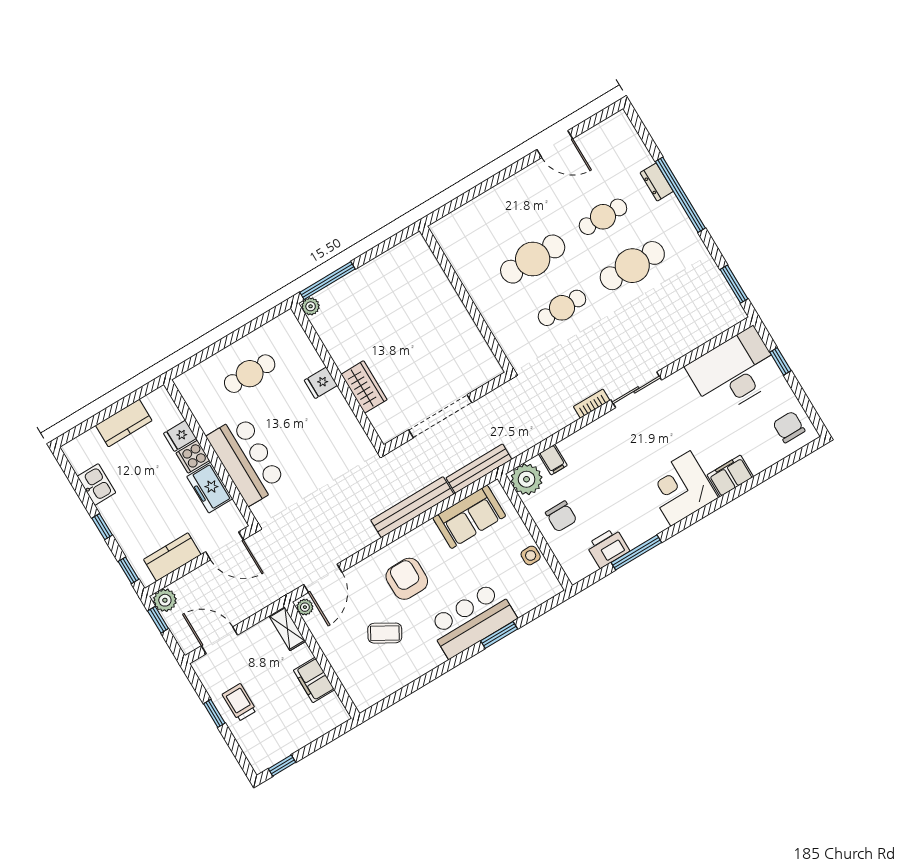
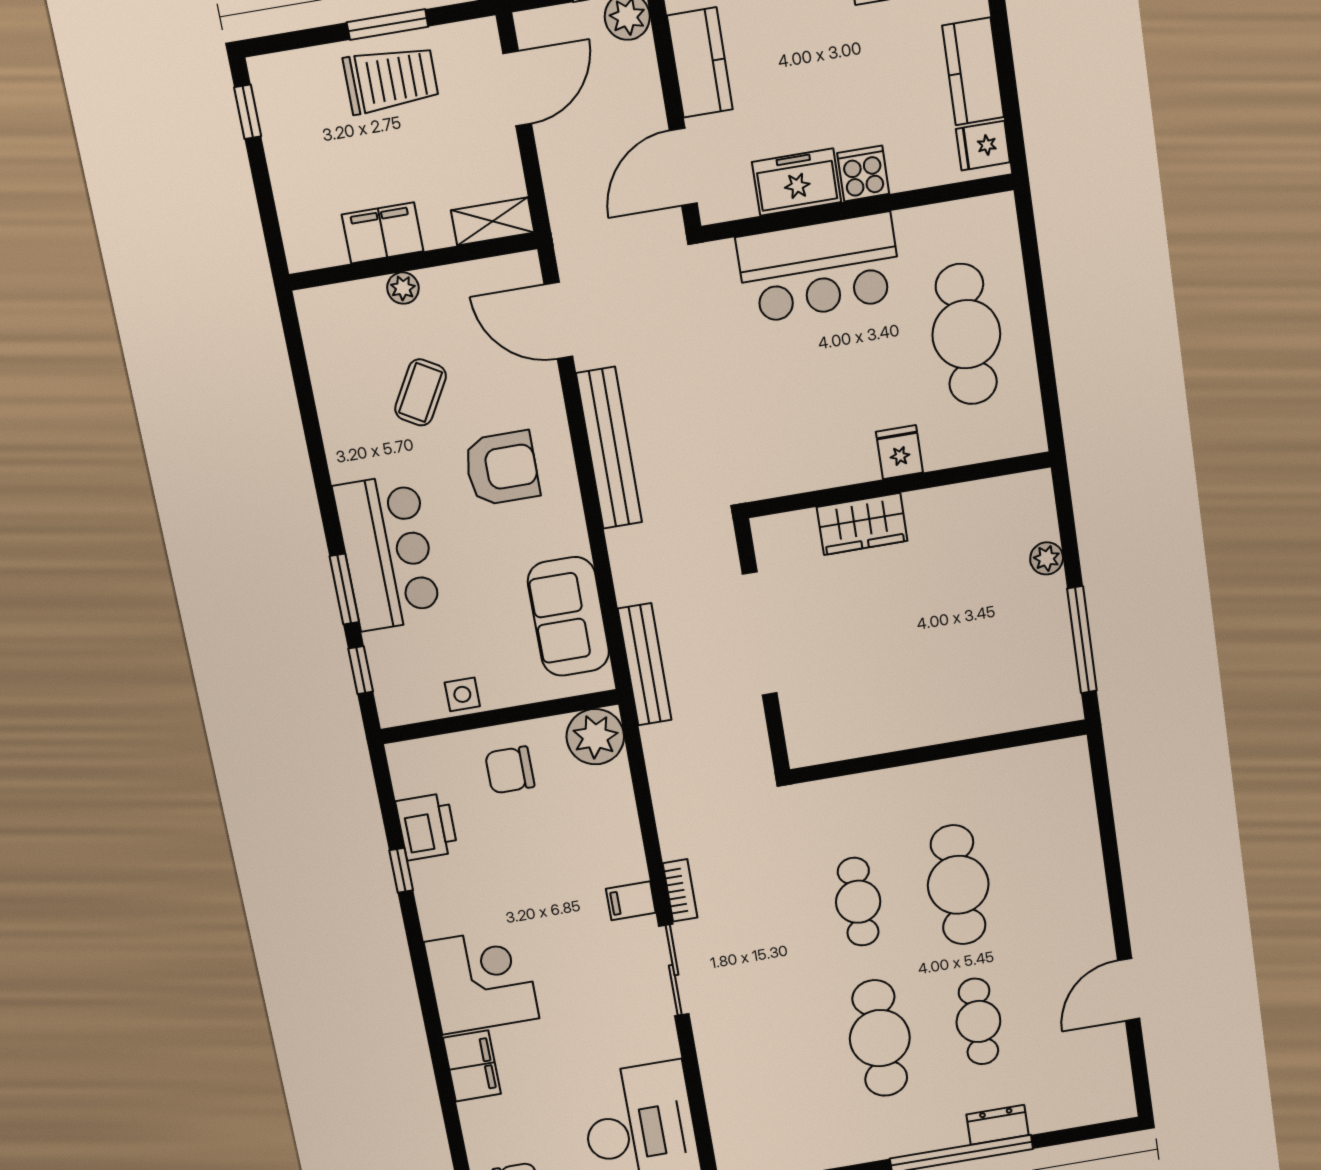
window: (327, 281) -> (1082, 640), moved
plant: (311, 306) -> (1047, 558), moved
cafe table: (250, 374) -> (966, 334), width x1.37, depth x1.35
fridge: (180, 436) -> (983, 146), moved, turned -90
filing cabinet: (553, 460) -> (631, 901), moved
bench: (412, 507) -> (609, 448), moved
window: (636, 552) -> (401, 870), width x0.46
plant: (305, 607) -> (403, 288), moved
window: (538, 612) -> (361, 670), added
trolley: (239, 702) -> (391, 79), width x1.36, depth x1.39
window: (214, 713) -> (388, 24), width x1.50

